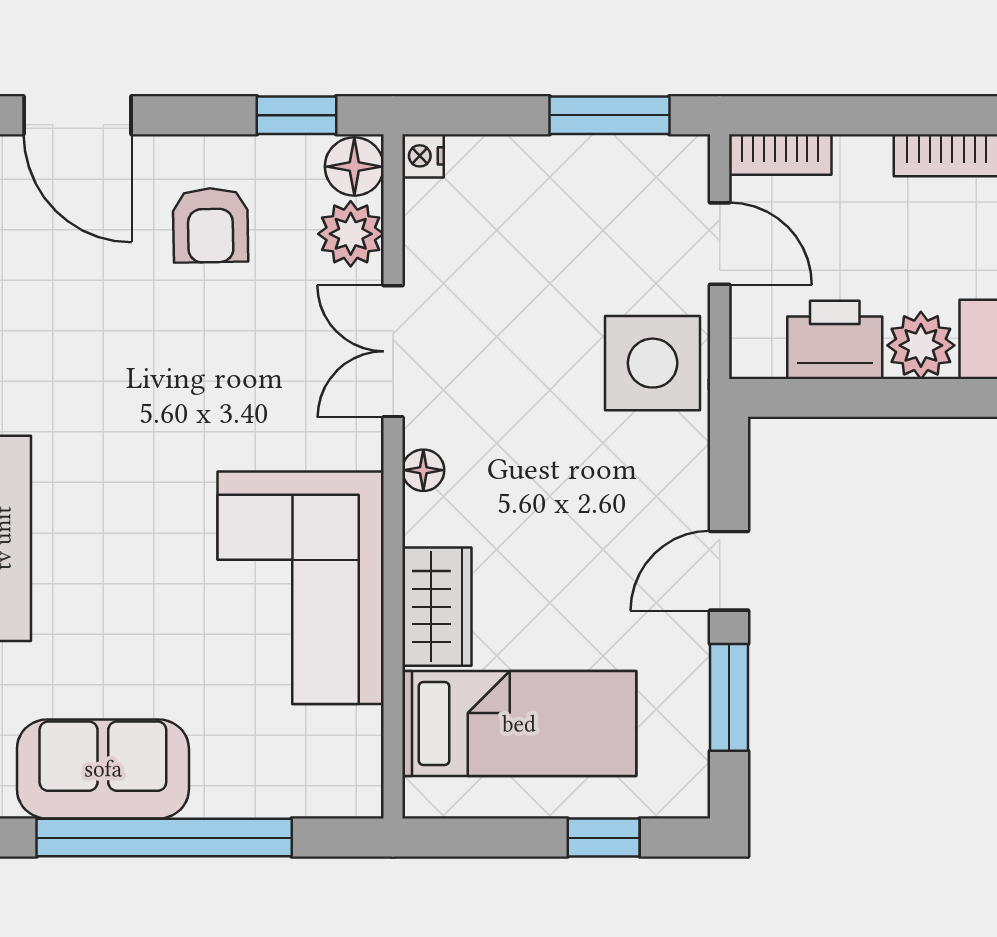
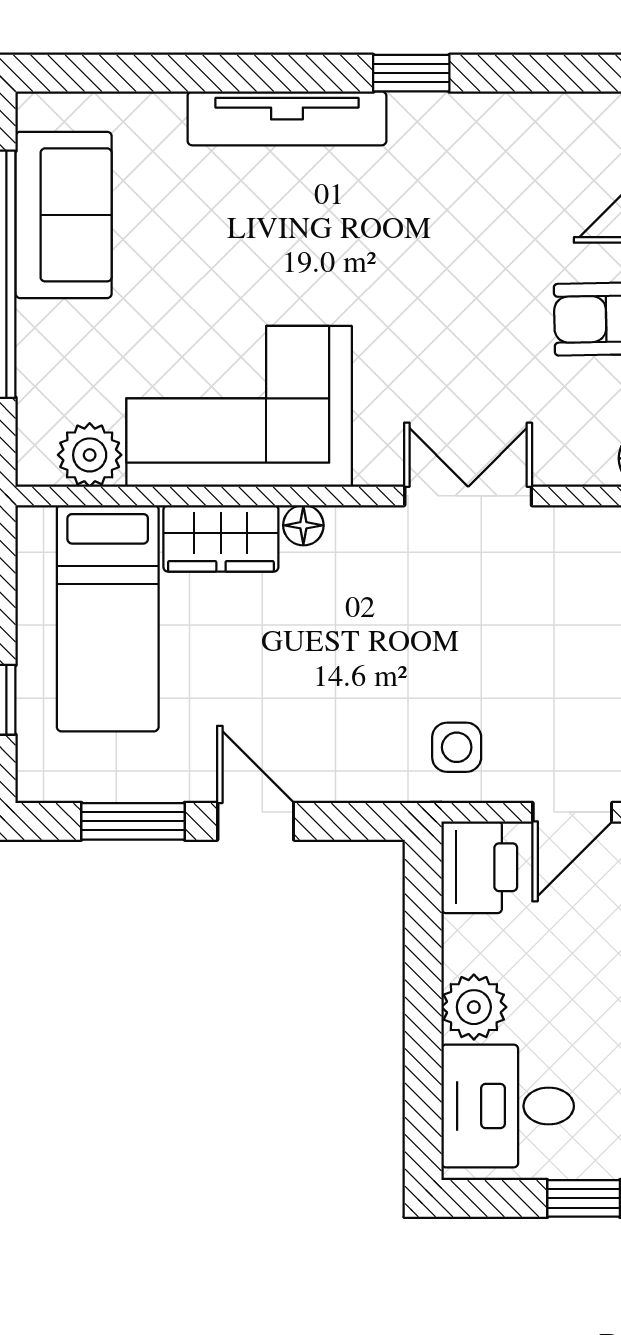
plant: (351, 234) -> (90, 455), moved
printer: (835, 340) -> (479, 867), moved
side table: (653, 363) -> (457, 747), width x0.54, depth x0.54
floor lamp: (423, 470) -> (303, 525), moved

